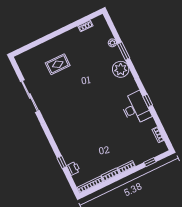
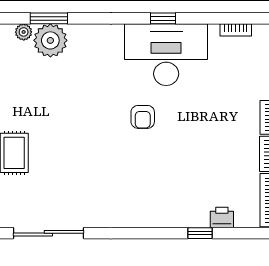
plant: (121, 69) -> (50, 40), moved
desk: (136, 108) -> (166, 55), width x1.36, depth x1.30
armchair: (100, 113) -> (143, 117), added

